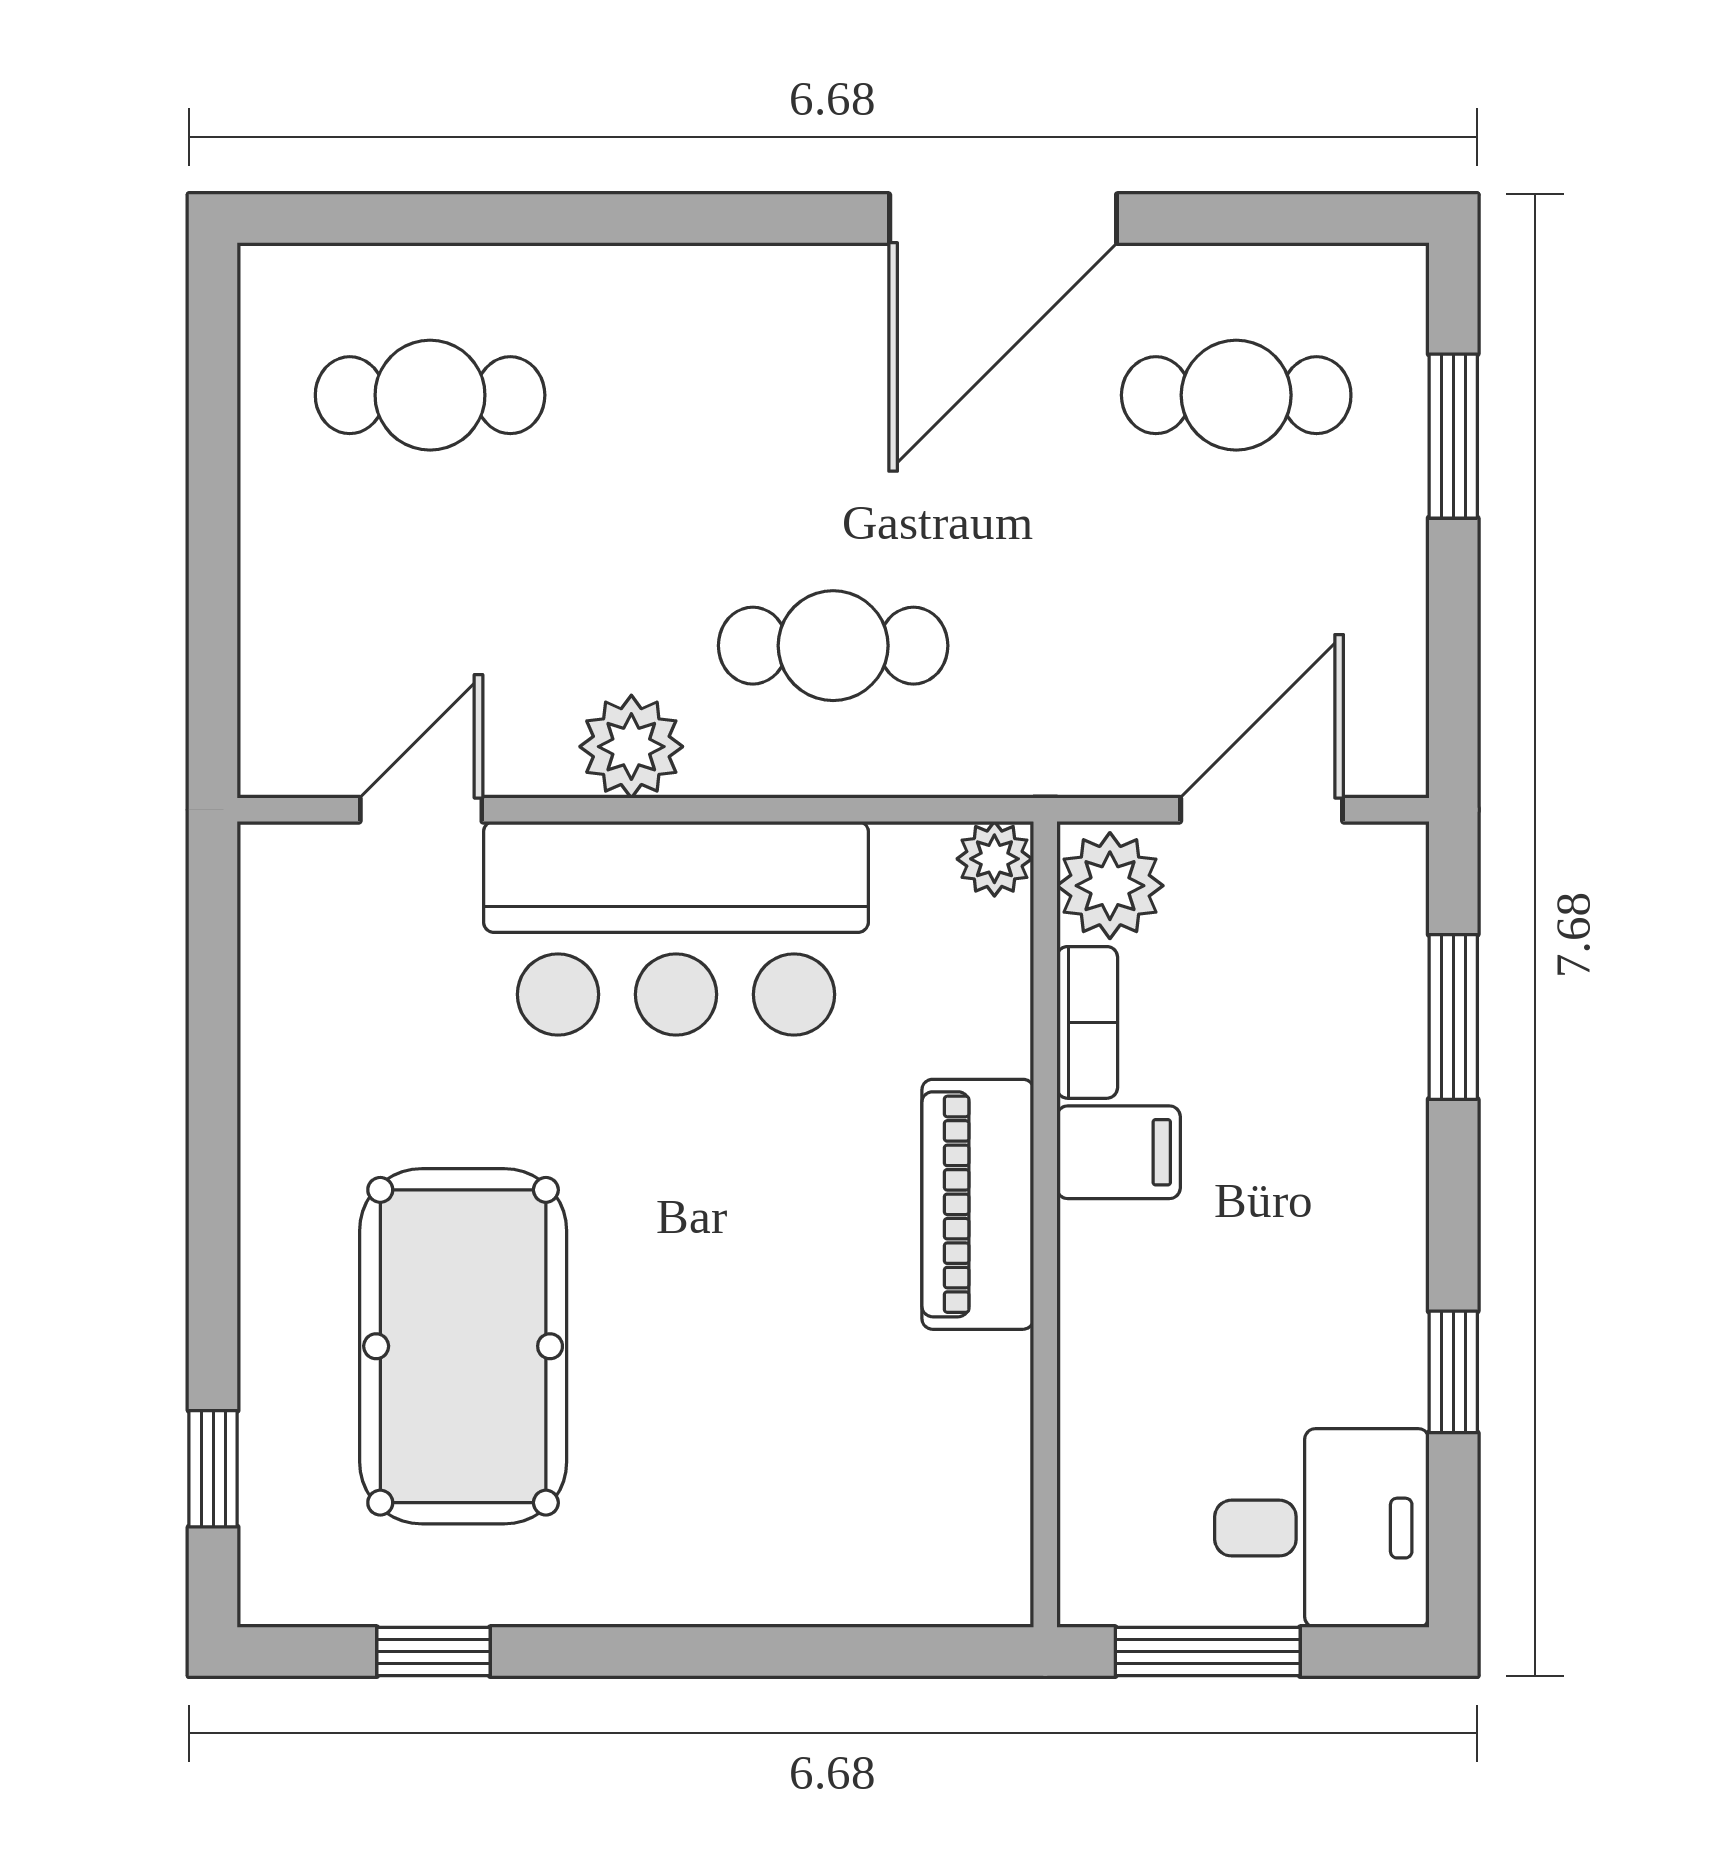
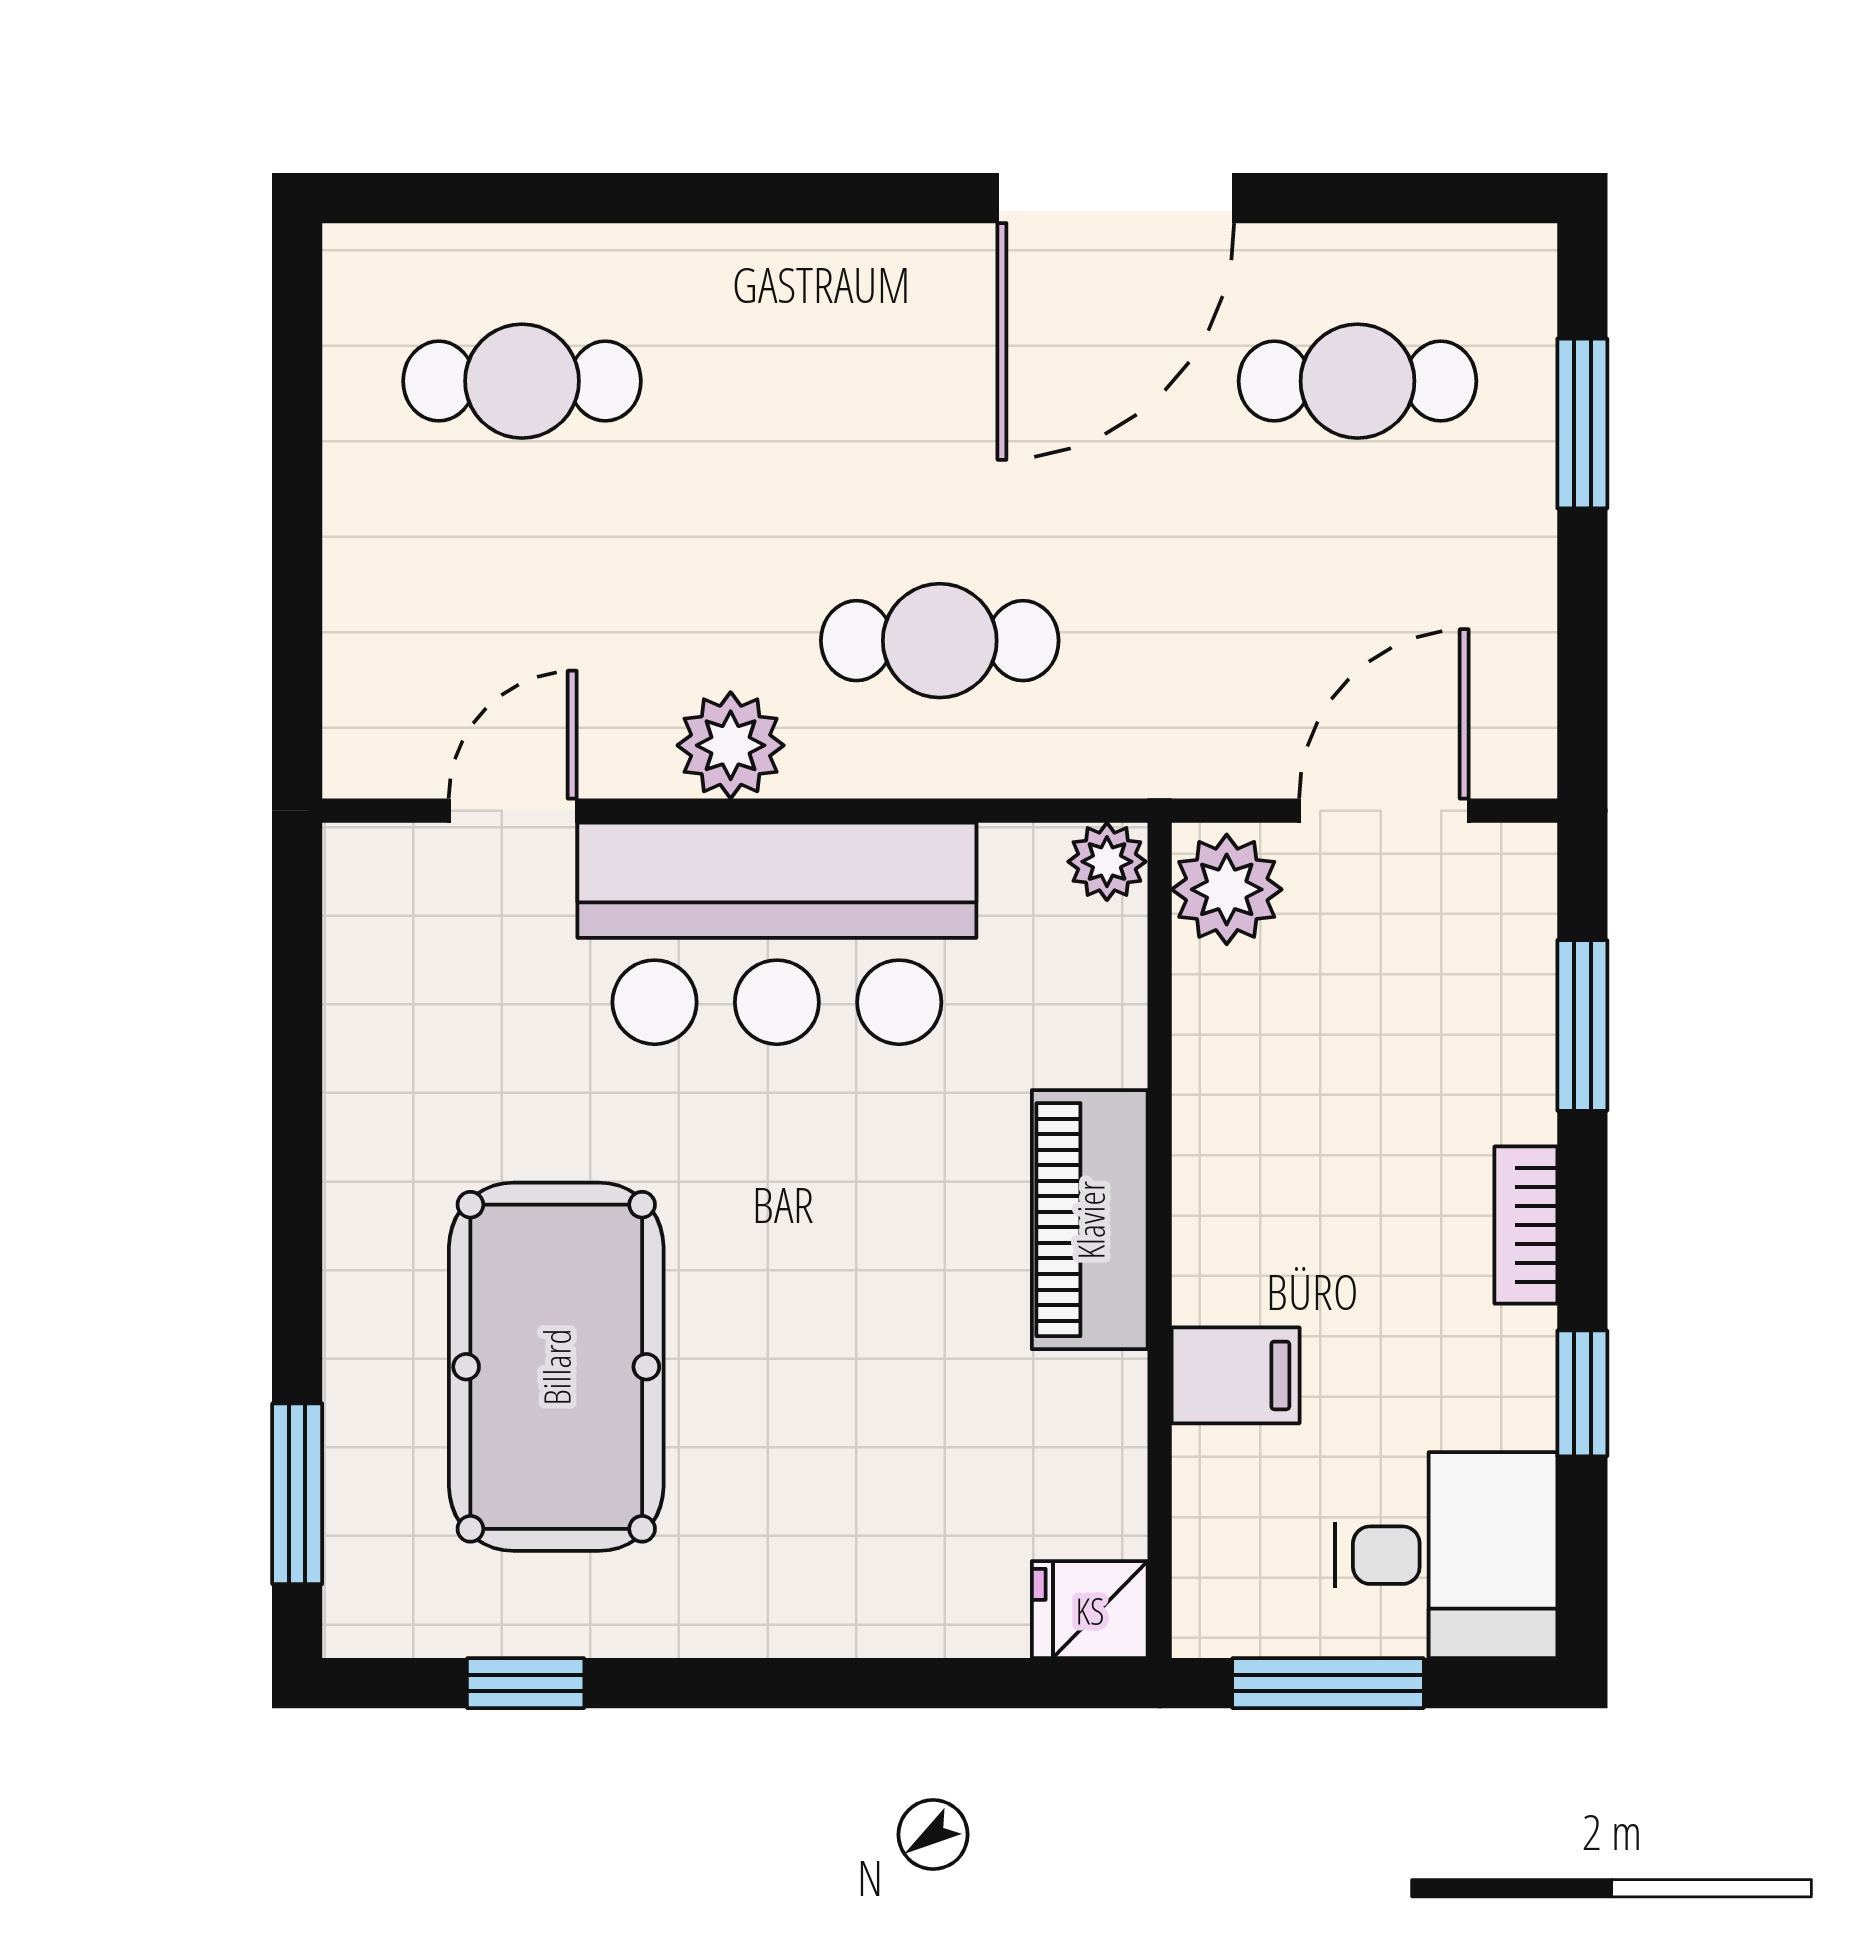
bookcase: (1087, 1022) -> (1526, 1225), moved, turned 180
filing cabinet: (1119, 1152) -> (1236, 1375), moved
window: (213, 1469) -> (297, 1494), width x1.50
fridge: (978, 1581) -> (1090, 1610), added

